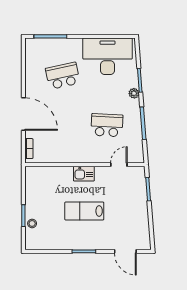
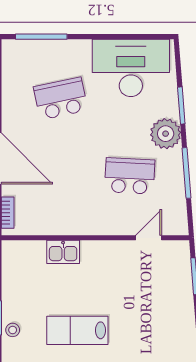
plant: (134, 93) -> (166, 134), width x1.88, depth x1.88
kitchen sink: (84, 174) -> (63, 252), moved
lab bench: (84, 211) -> (77, 330), moved

